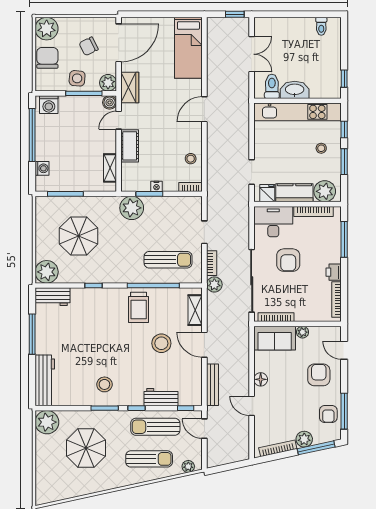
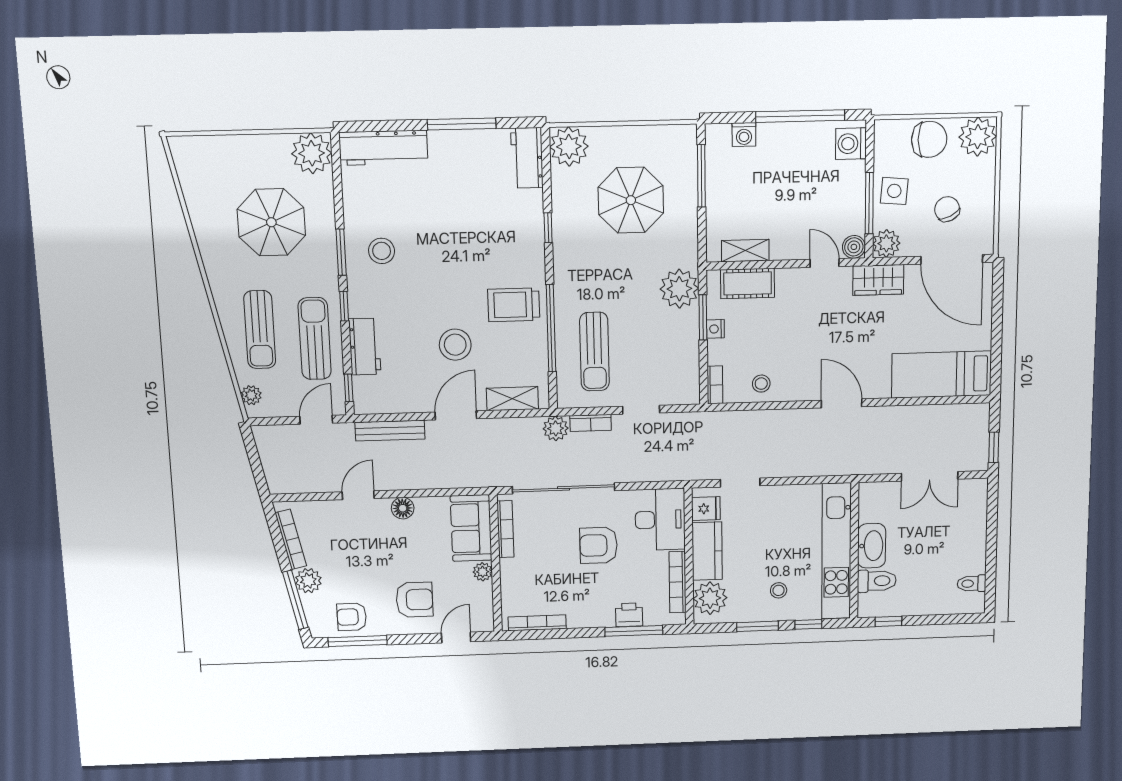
toilet: (272, 86) -> (877, 581), moved
cot: (130, 146) -> (748, 283), moved
printer: (334, 272) -> (629, 615), moved

